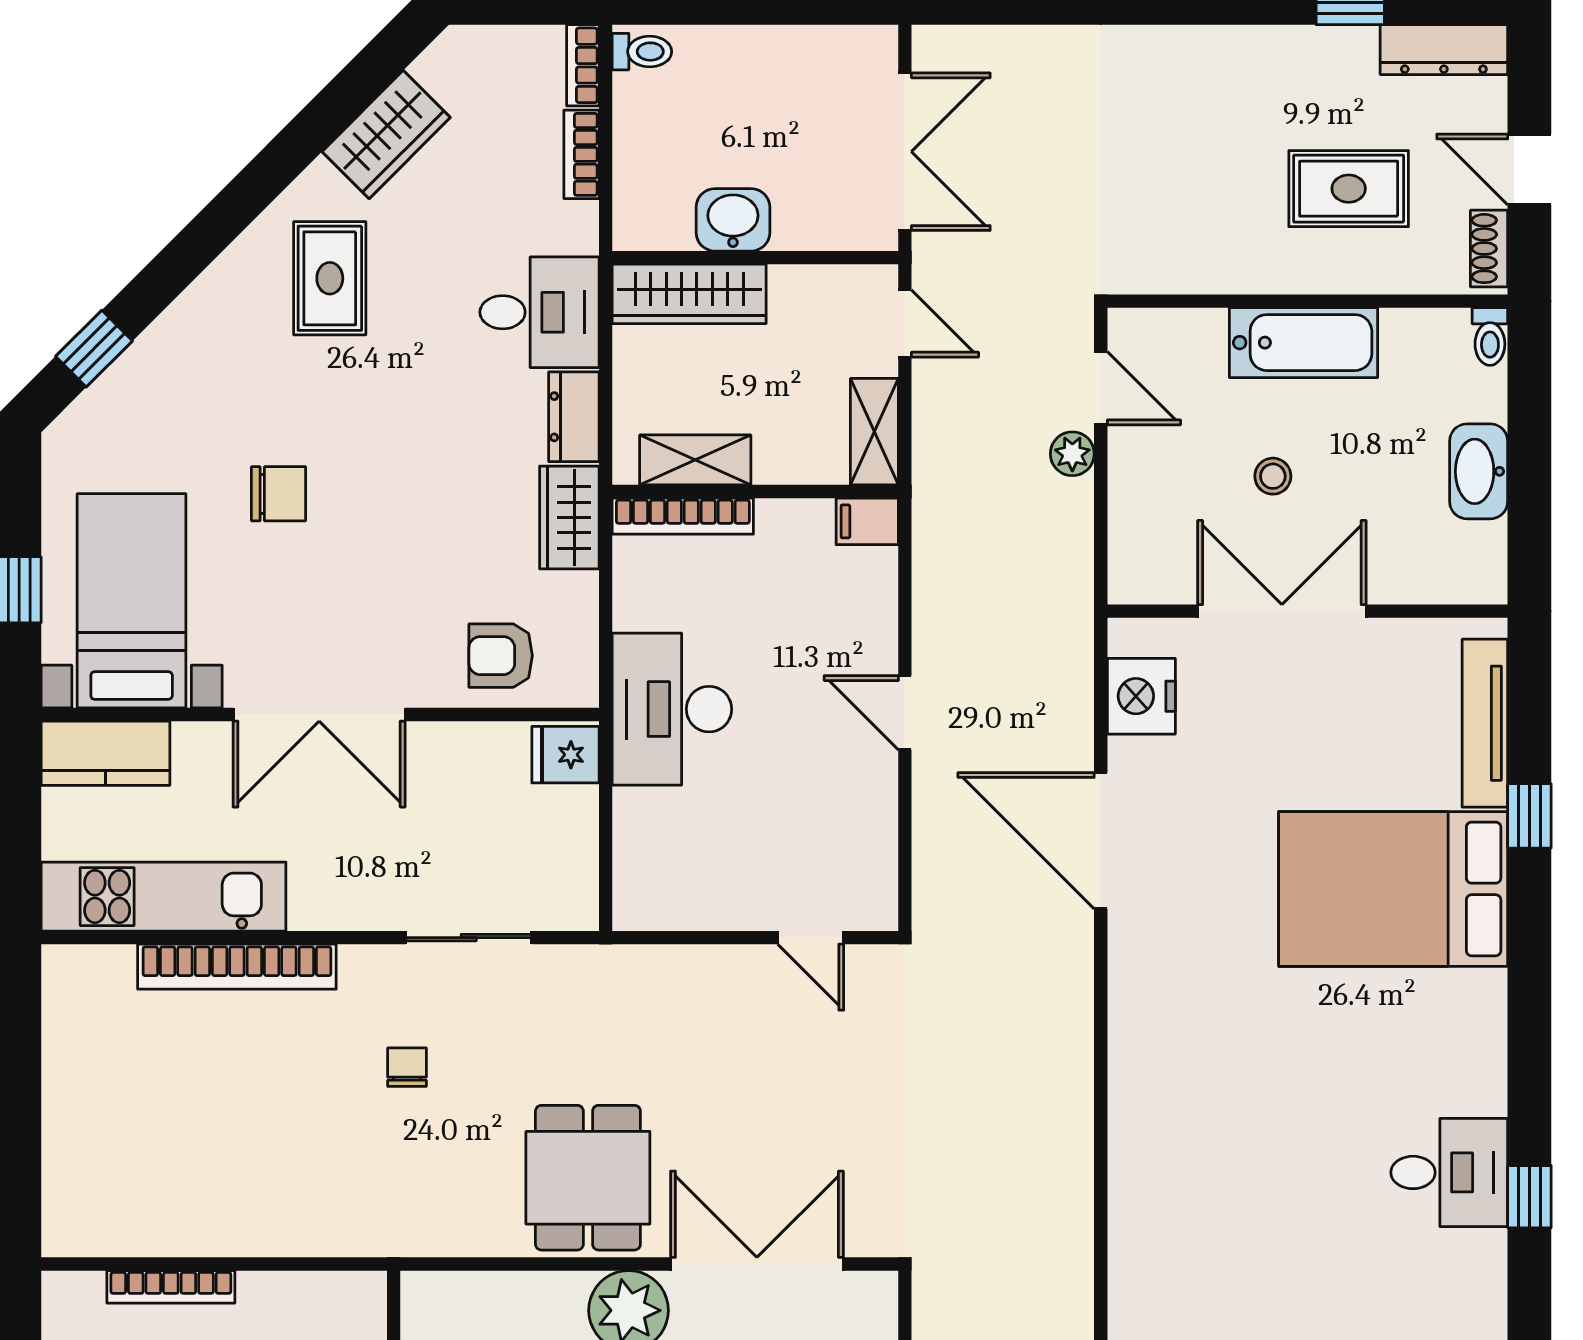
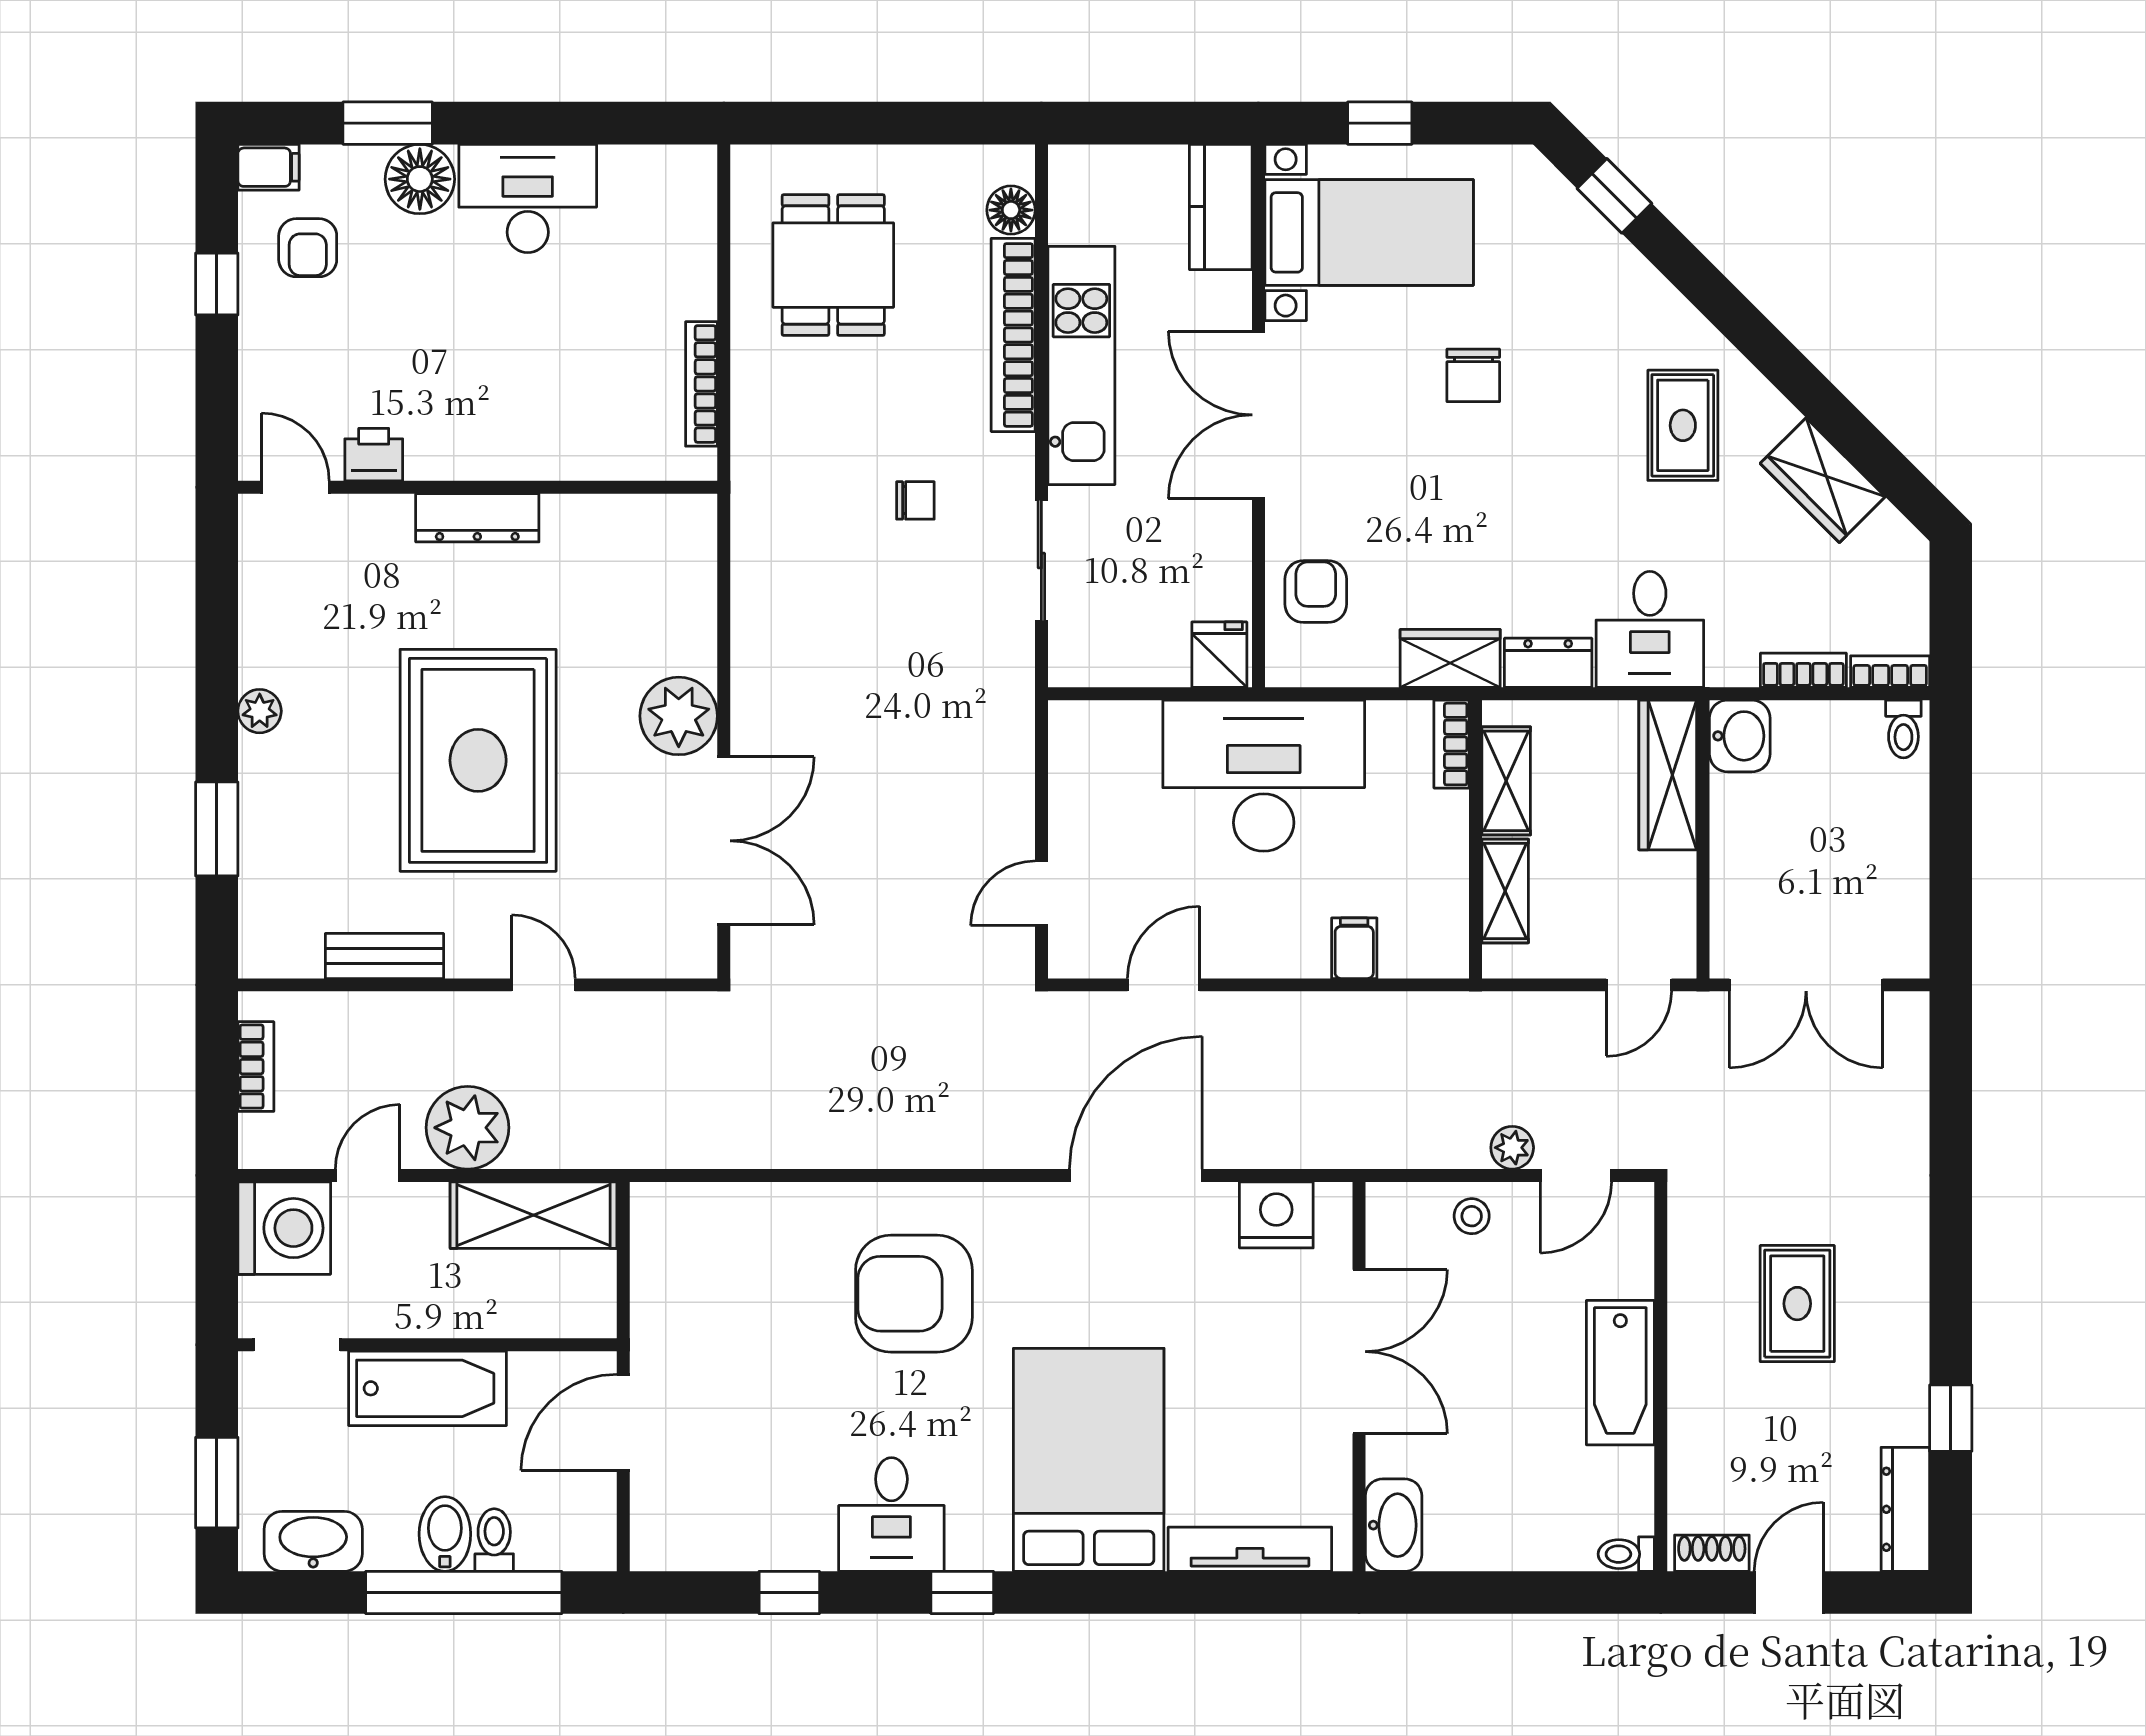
rug: (1349, 189) -> (1797, 1304), moved
washbasin: (733, 220) -> (1740, 736), moved
rug: (330, 278) -> (1683, 425), turned 90
shelving: (874, 432) -> (1505, 891), moved, turned 90
washbasin: (1479, 471) -> (1394, 1525), moved, turned 90
stool: (1273, 476) -> (1472, 1216), moved
bookcase: (683, 516) -> (1451, 744), width x0.64
filing cabinet: (867, 521) -> (1354, 948), moved
desk: (672, 709) -> (1264, 776), width x1.36, depth x1.30
door: (905, 713) -> (1163, 985), moved
window: (1529, 816) -> (962, 1593), moved
kitchen unit: (163, 897) -> (1081, 365), moved
floor lamp: (109, 969) -> (1011, 210), added
armchair: (1222, 1069) -> (914, 1294), added
desk: (1449, 1172) -> (891, 1514), moved
dining table: (588, 1178) -> (833, 265), moved, turned 90
bookcase: (171, 1287) -> (702, 384), moved

